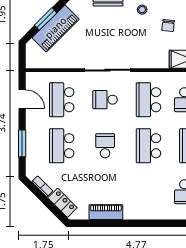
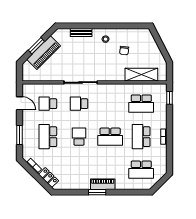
school desk: (62, 100) -> (48, 104), width x0.54
school desk: (148, 100) -> (110, 104), removed
school desk: (148, 146) -> (110, 137), turned -90
piano: (106, 212) -> (103, 184), moved
window: (130, 223) -> (97, 192), added

